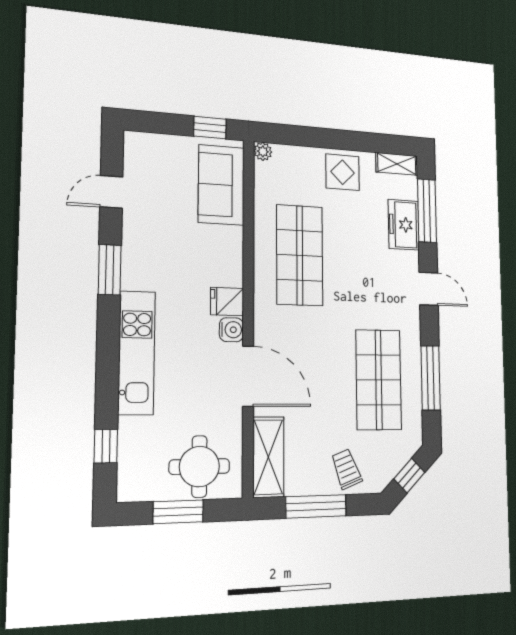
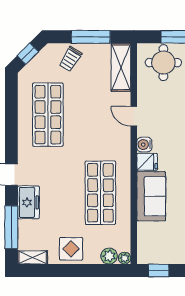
plant: (286, 157) -> (109, 256), added
sofa: (221, 185) -> (151, 196), moved
freezer: (404, 225) -> (28, 202), moved
door: (248, 376) -> (134, 116), width x0.53
window: (431, 378) -> (11, 116), removed
trolley: (346, 469) -> (70, 59), turned 53

